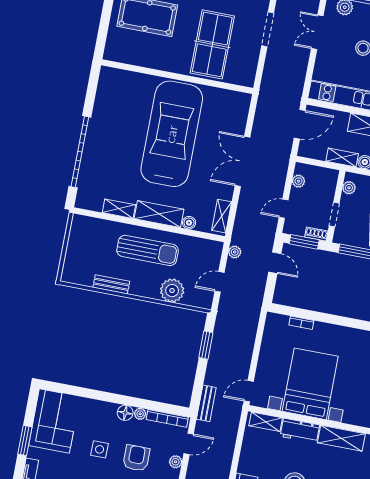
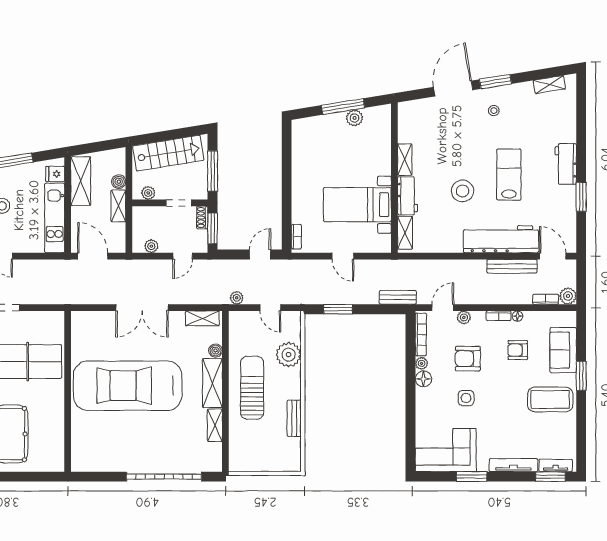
door: (284, 209) -> (183, 256), hinge flipped
door: (275, 263) -> (260, 254), moved
bookcase: (301, 323) -> (296, 237), moved
bed with nightstands: (310, 384) -> (357, 205), width x0.73
door: (249, 391) -> (343, 256), moved
shelving: (341, 438) -> (405, 160), width x0.67, depth x0.75
door: (189, 444) -> (443, 308), hinge flipped

